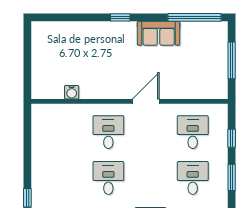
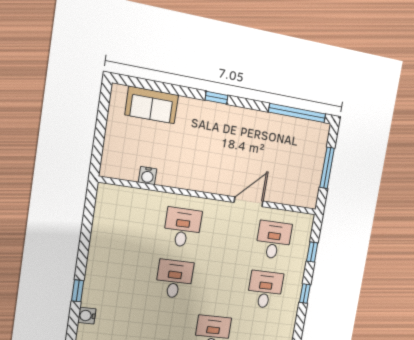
sofa: (159, 33) -> (152, 105), moved
door: (146, 101) -> (249, 202), moved
window: (232, 177) -> (305, 294), width x0.67

